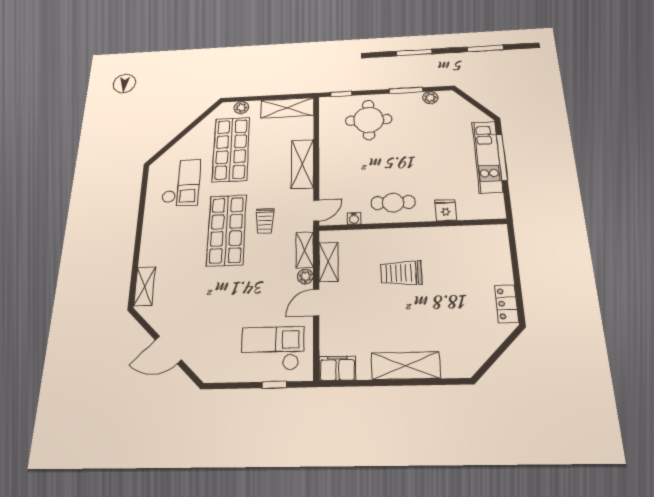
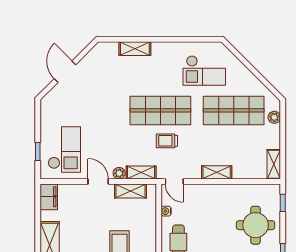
shelving: (287, 108) -> (274, 164), width x0.67, depth x0.75
shelving: (302, 164) -> (217, 172), width x0.67, depth x0.75
shelving: (145, 286) -> (135, 49), moved

